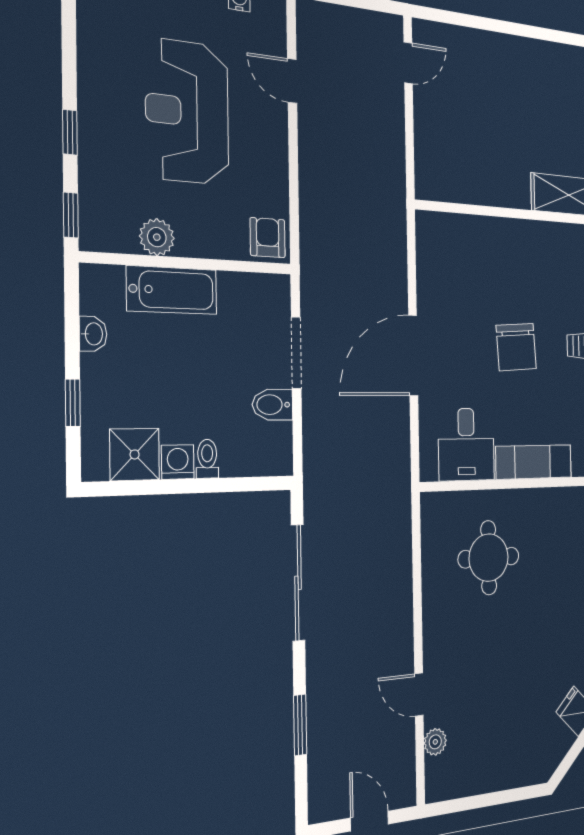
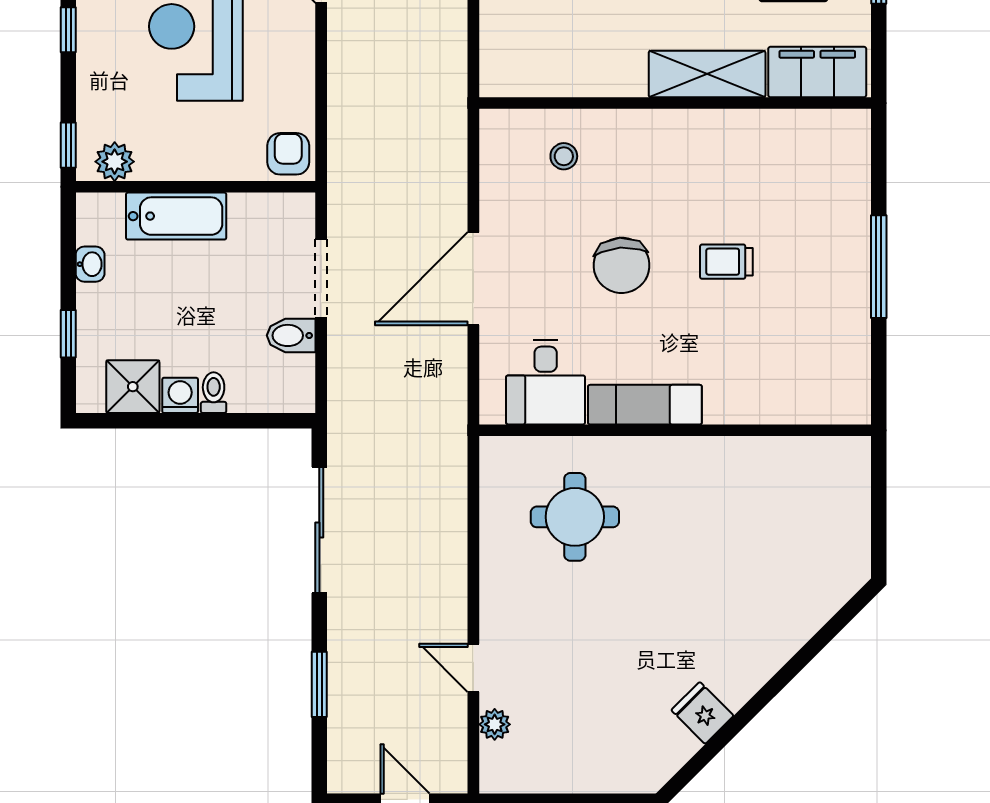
window: (70, 132) -> (68, 30), moved
plant: (157, 237) -> (115, 162), moved
stool: (476, 254) -> (564, 156), added

